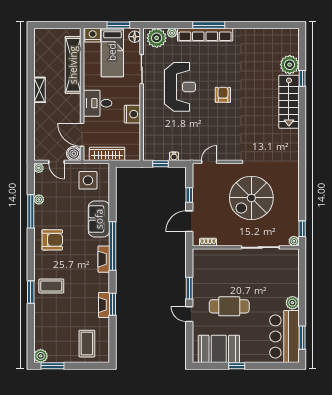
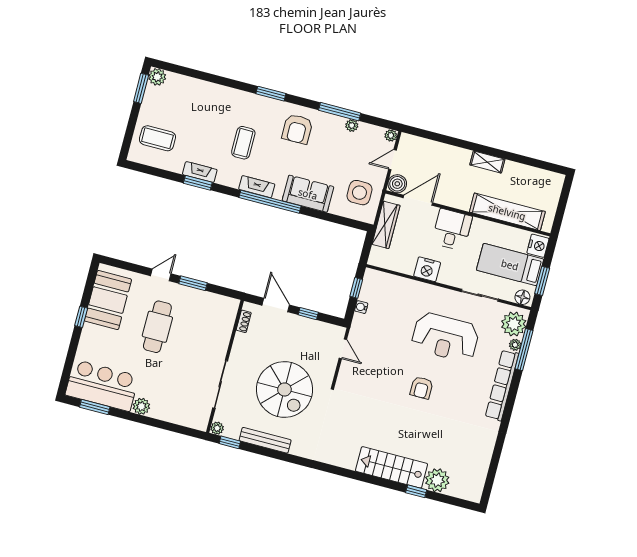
window: (209, 25) -> (524, 350), moved
armchair: (223, 95) -> (422, 388), turned 90
spiral stairs: (251, 198) -> (284, 389), turned 180
bench: (294, 203) -> (265, 440), added
coffee table: (51, 286) -> (243, 143), moved
window: (31, 292) -> (271, 94), moved

